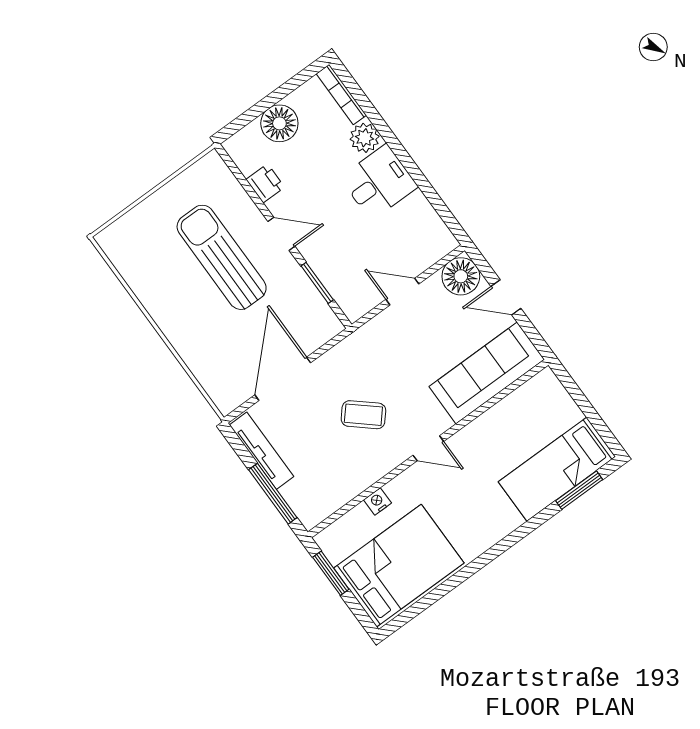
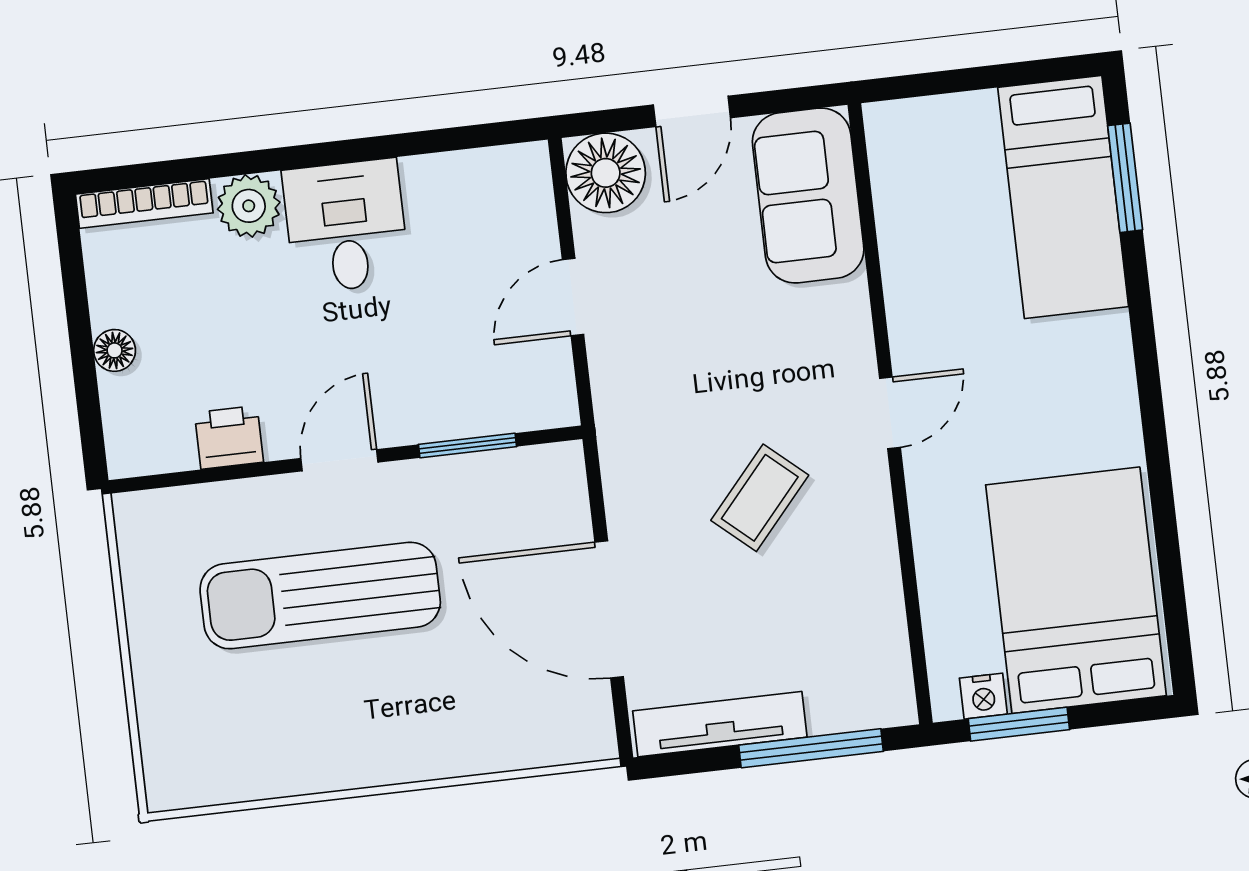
floor lamp: (279, 123) -> (115, 350), width x0.53, depth x0.53
sofa: (487, 373) -> (808, 195), width x0.73
nightstand: (377, 501) -> (983, 696), moved, turned -90

